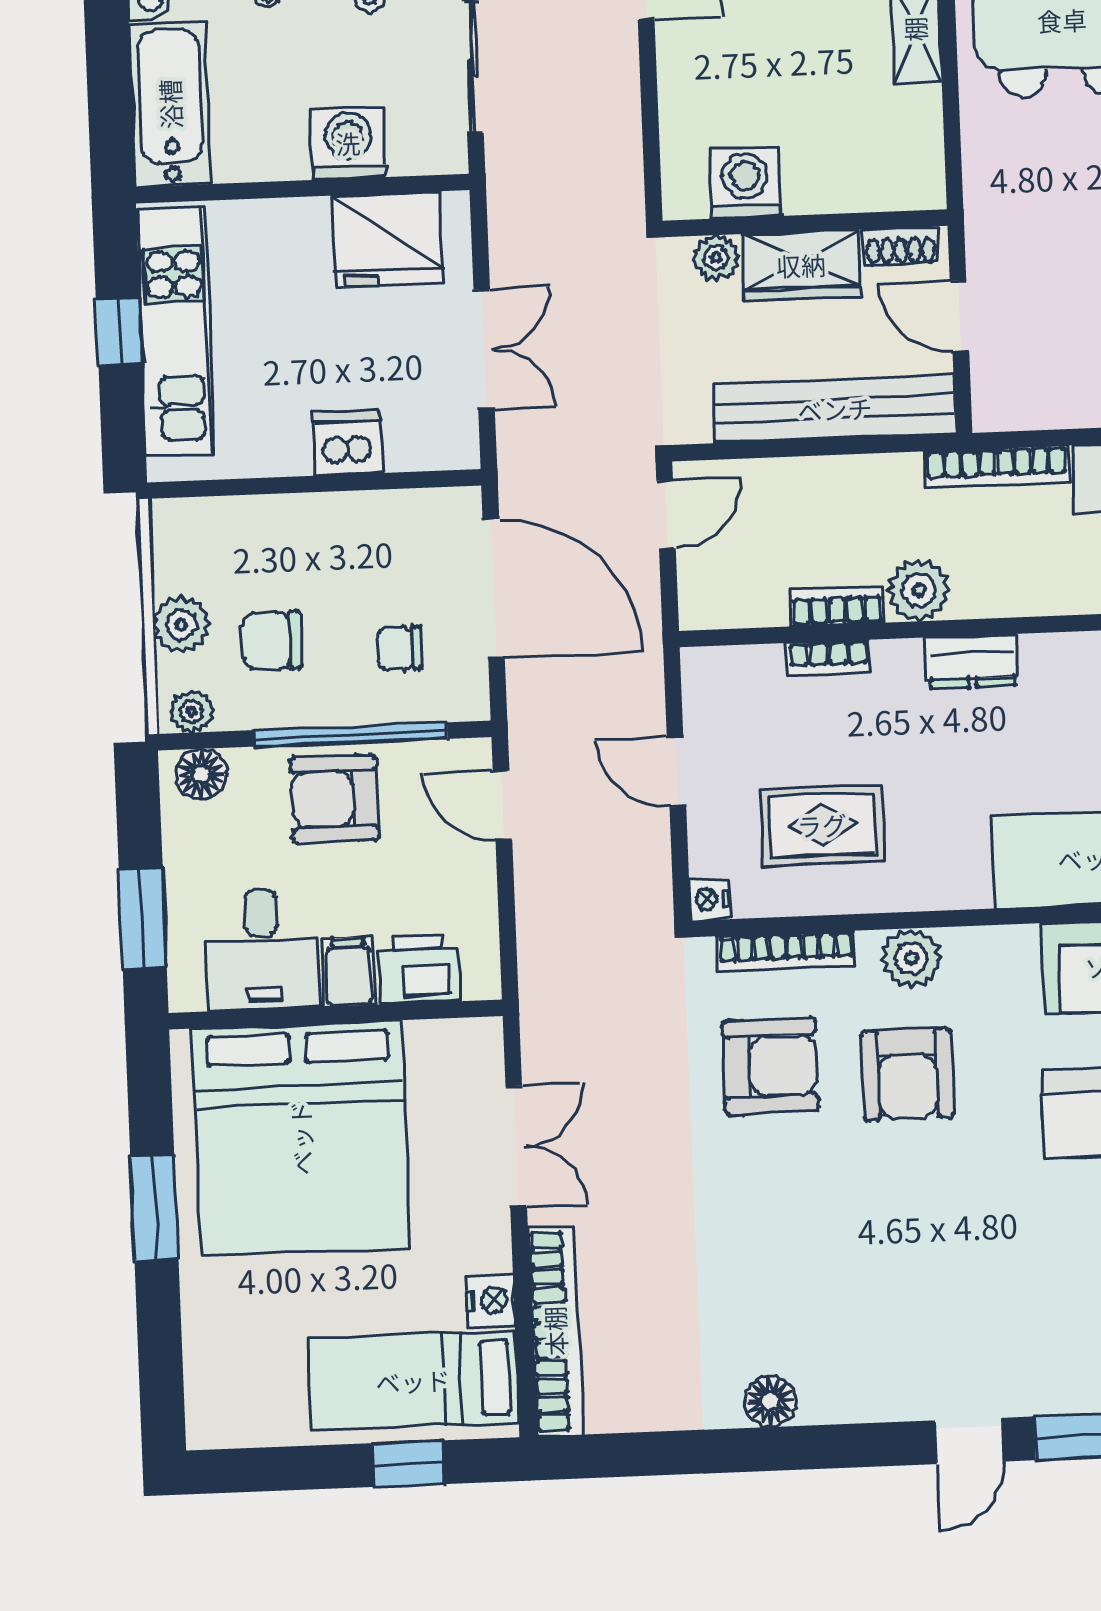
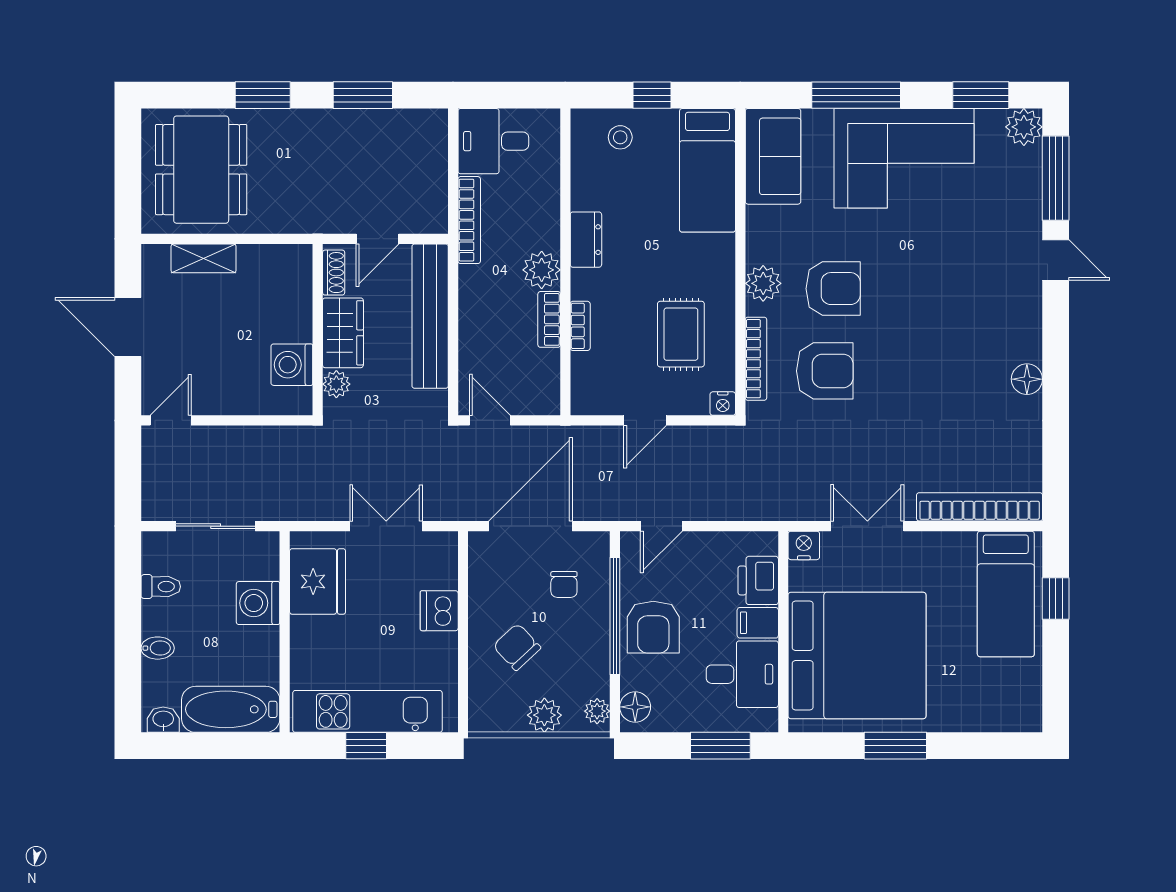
chair: (272, 641) -> (517, 647), moved, turned 137
armchair: (770, 1066) -> (825, 371), turned 90
nightstand: (490, 1300) -> (804, 545), moved

